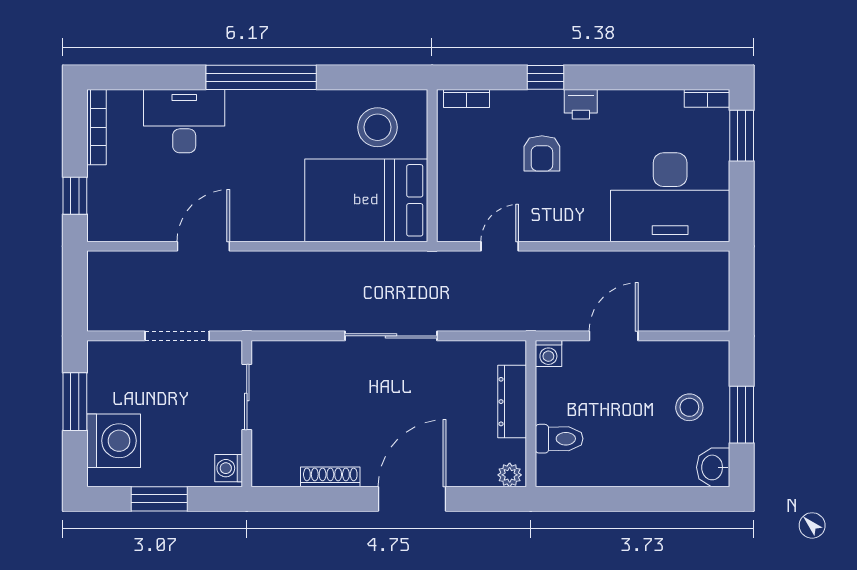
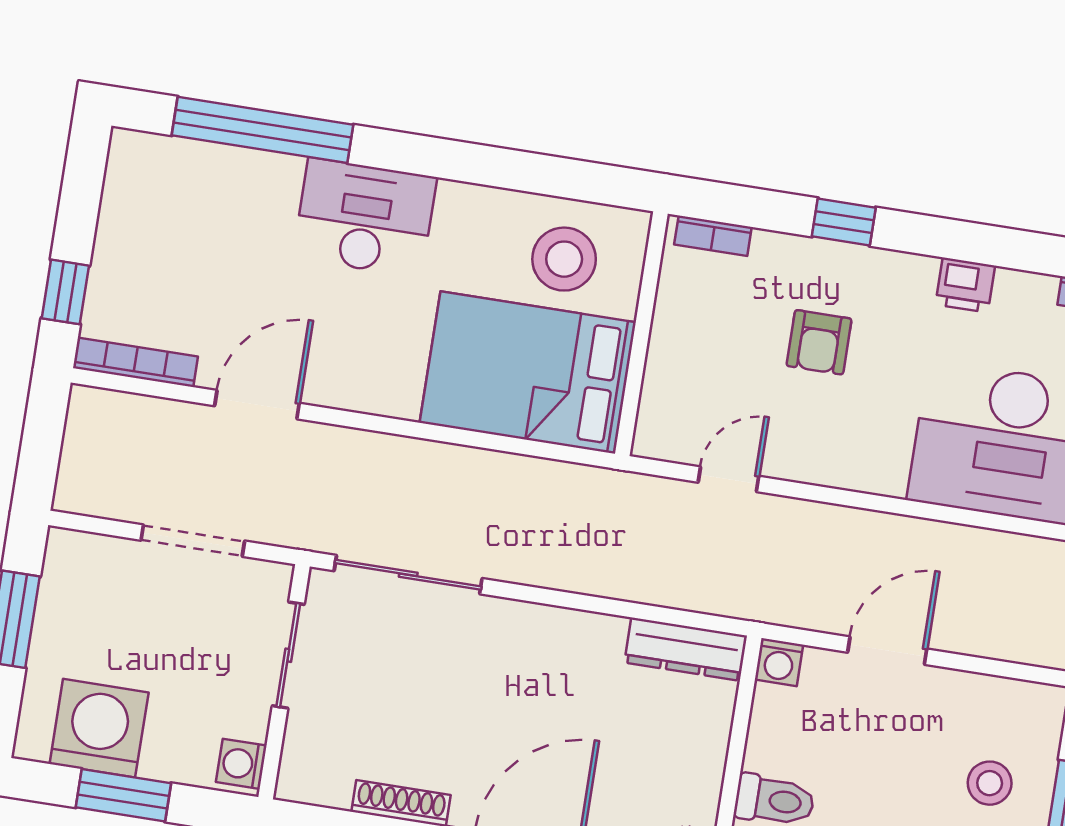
window: (261, 77) -> (262, 130), moved
printer: (581, 104) -> (965, 285), moved
desk: (184, 121) -> (365, 218), moved
bookcase: (96, 127) -> (135, 362), moved, turned -90
sliding door: (391, 336) -> (408, 575), moved
dresser: (512, 402) -> (686, 649), moved, turned -90
washing machine: (114, 441) -> (99, 728), moved, turned -90

